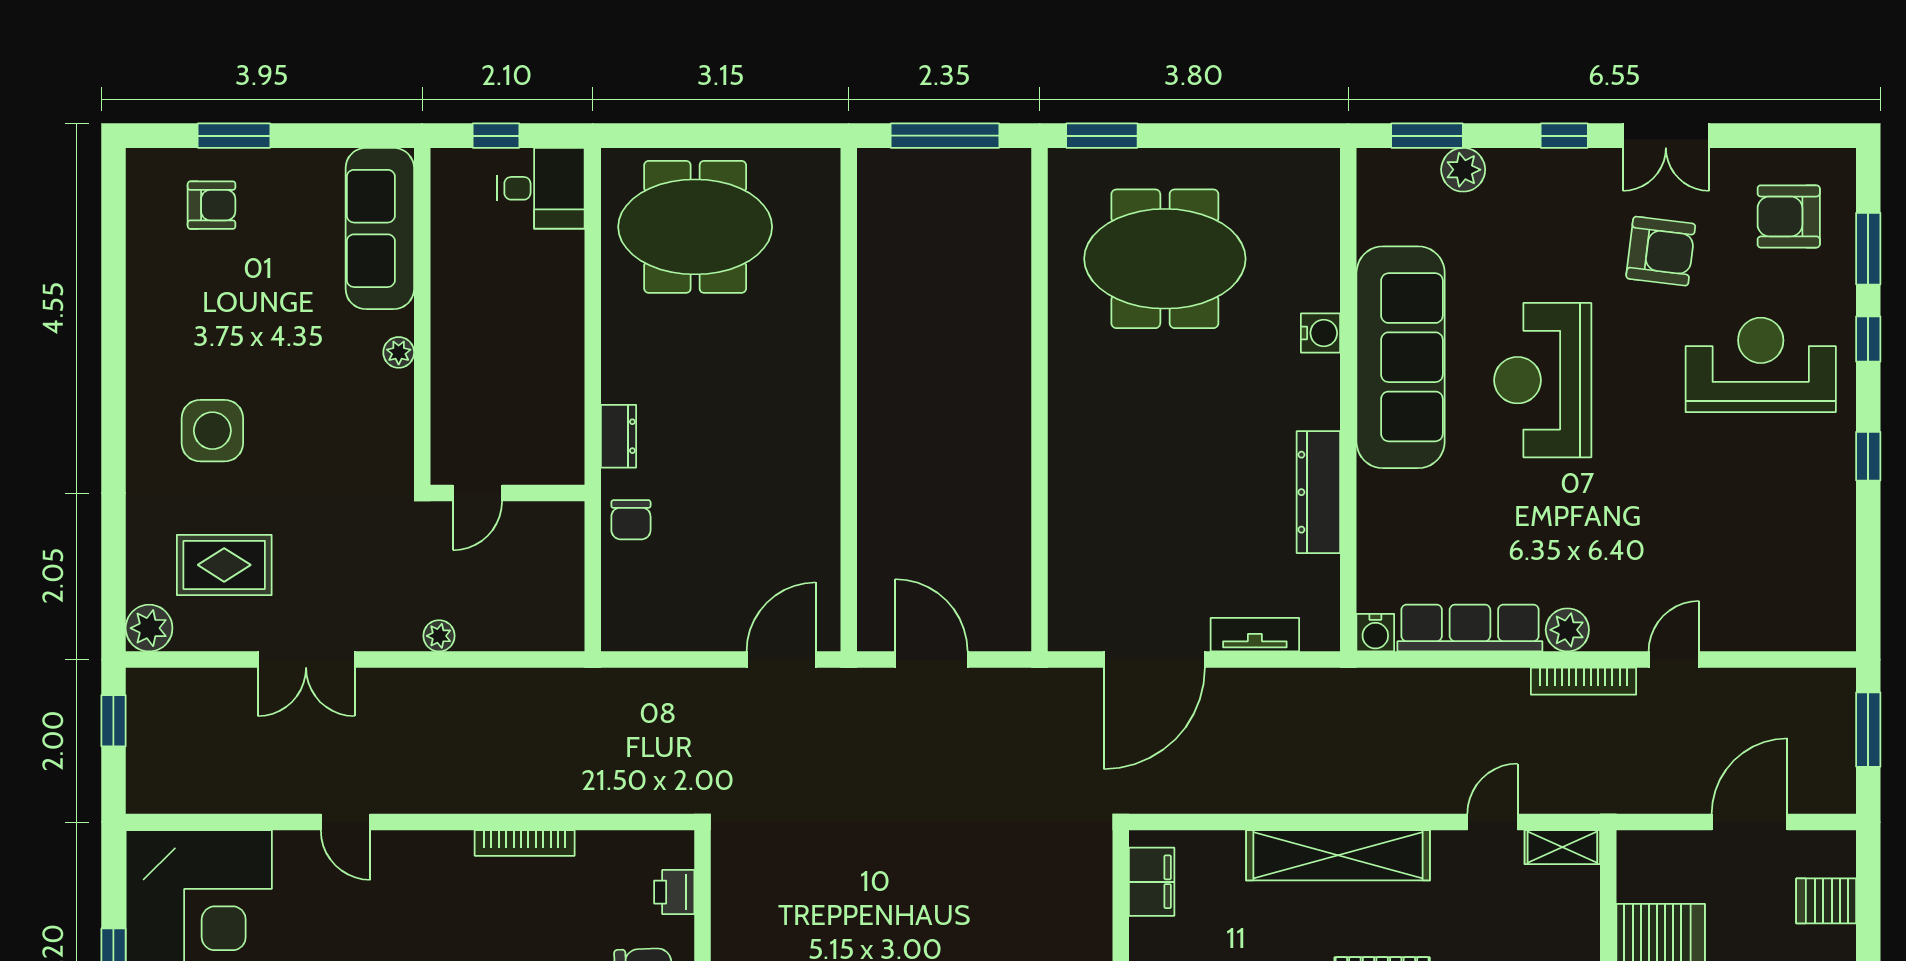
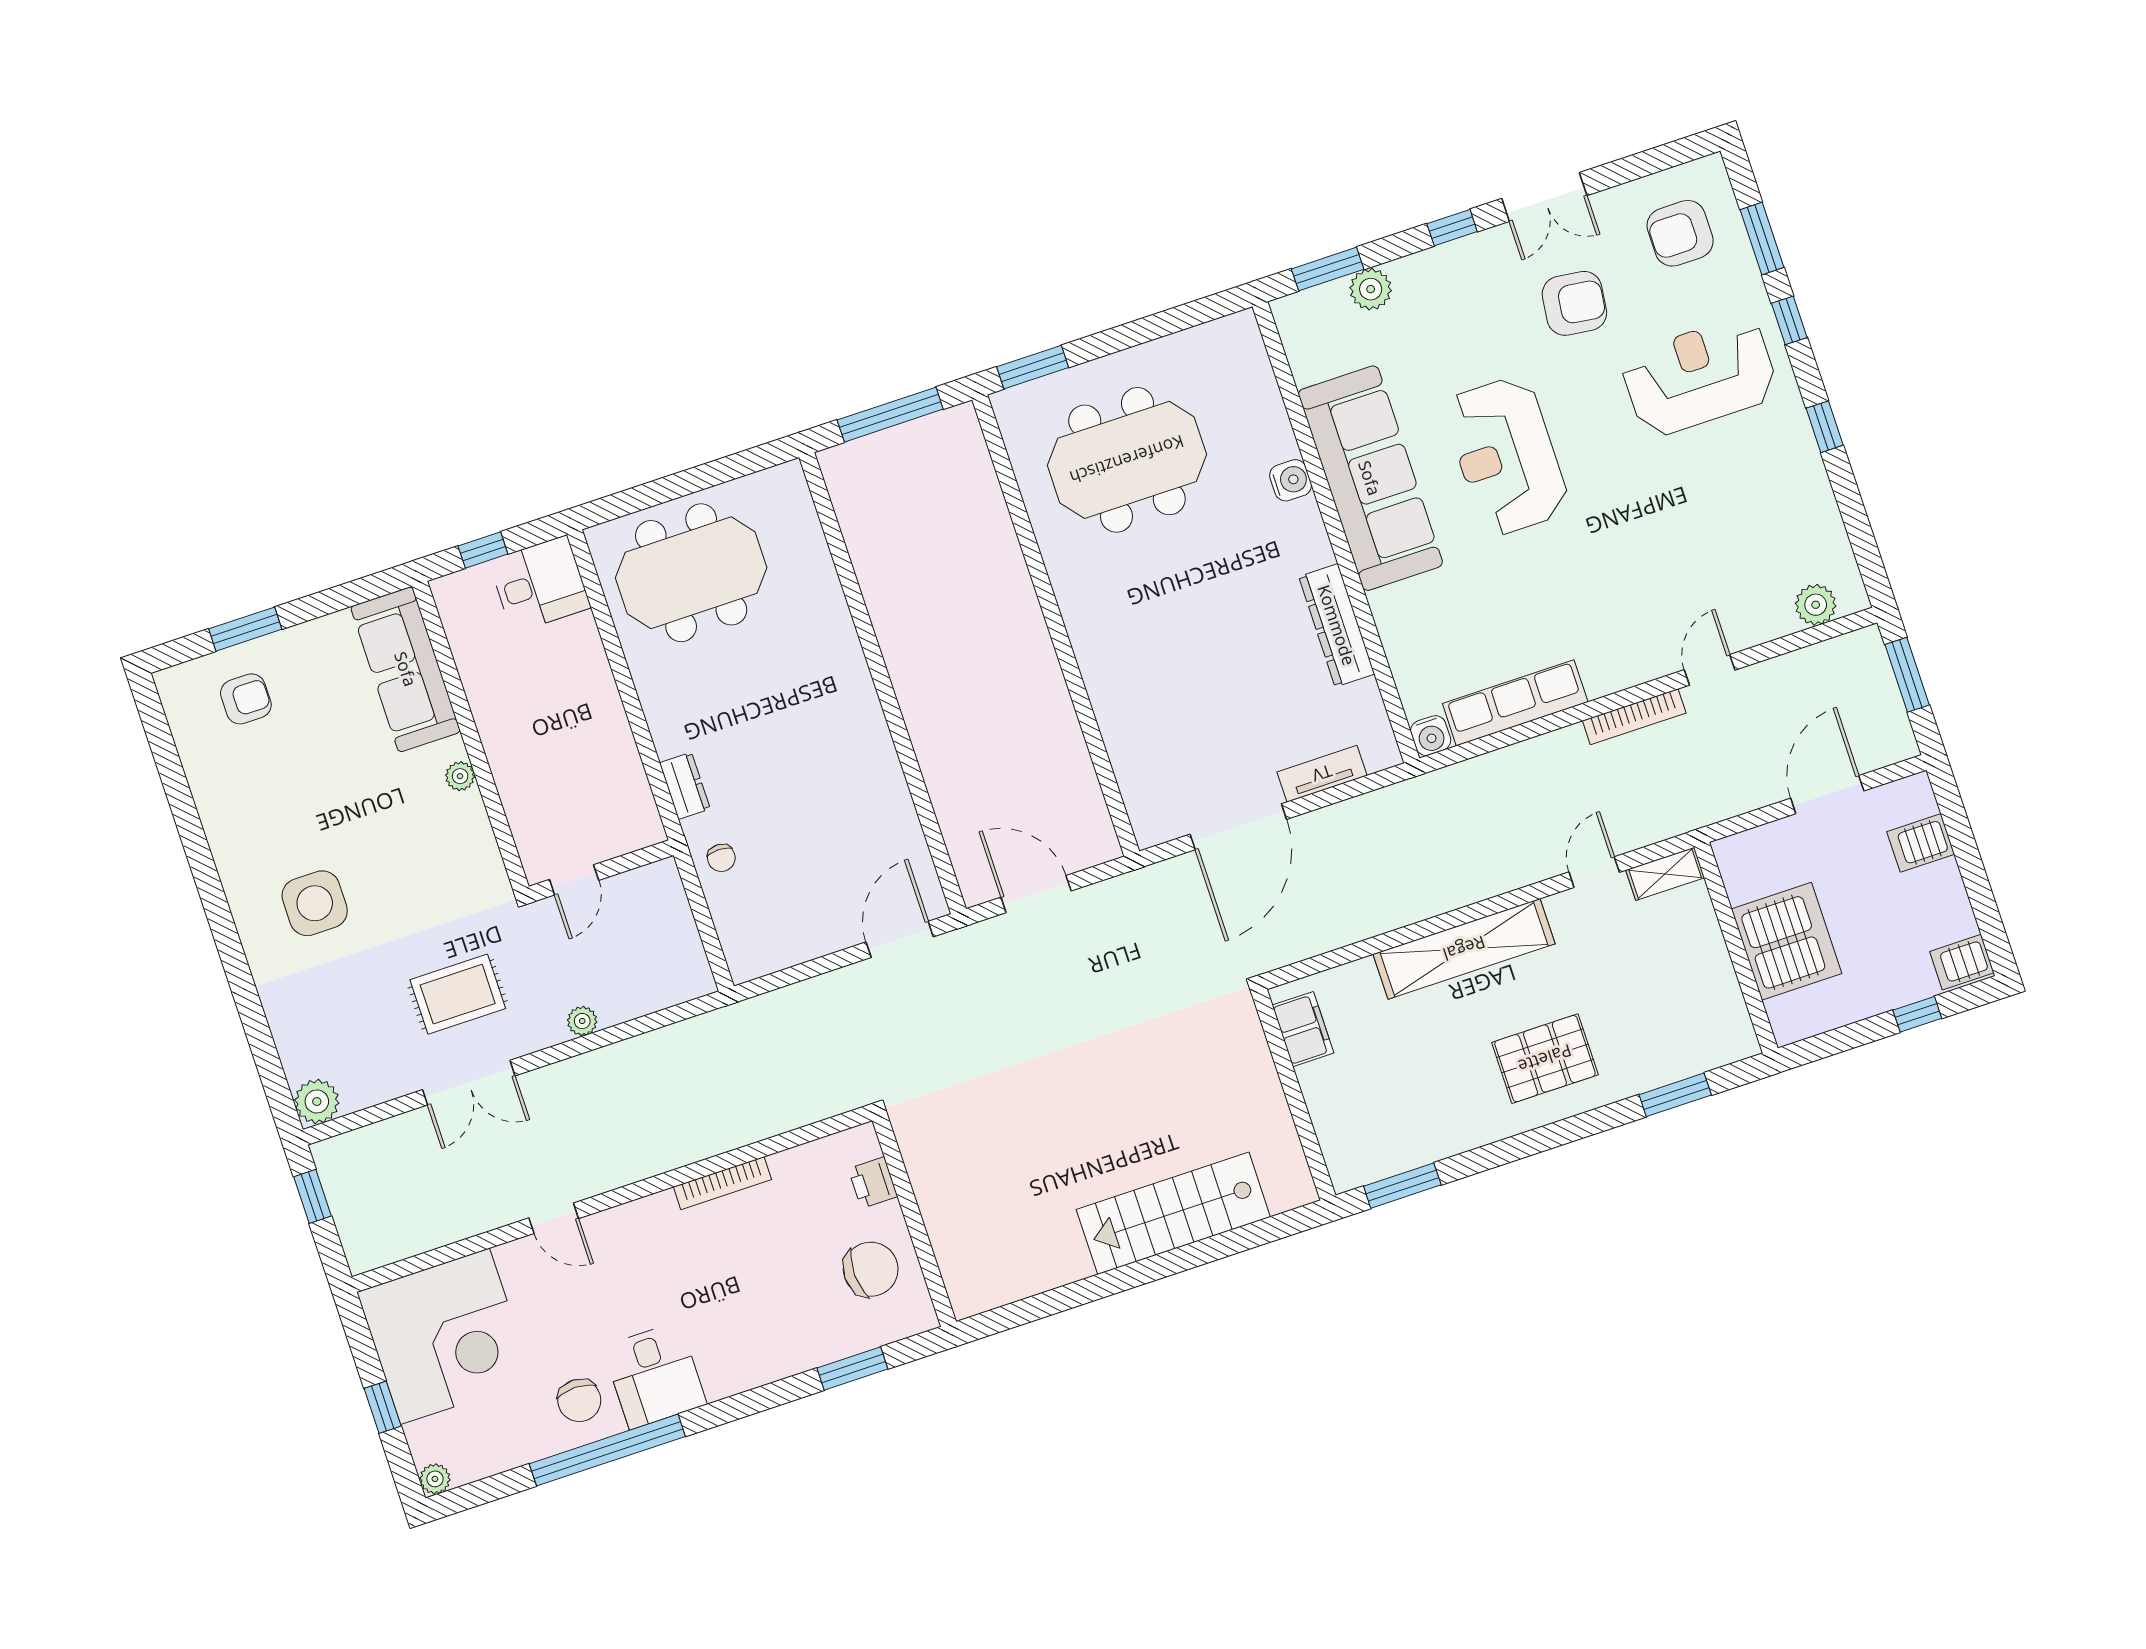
chair: (631, 520) -> (721, 858), width x0.73, depth x0.73
rug: (224, 565) -> (458, 994), moved
plant: (1567, 630) -> (1816, 605), moved

